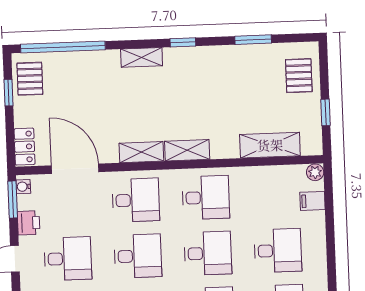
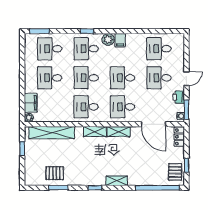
pallet: (299, 76) -> (55, 173), moved, turned 90
shelving: (270, 145) -> (52, 133), width x1.47
filing cabinet: (312, 201) -> (31, 103), width x2.00

